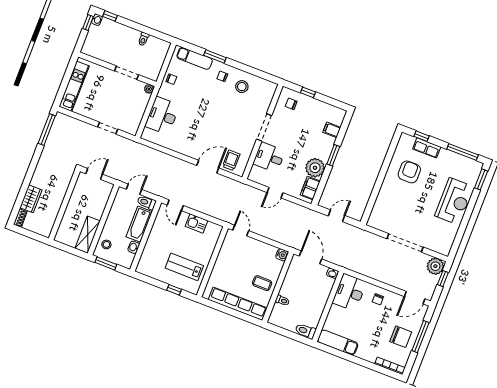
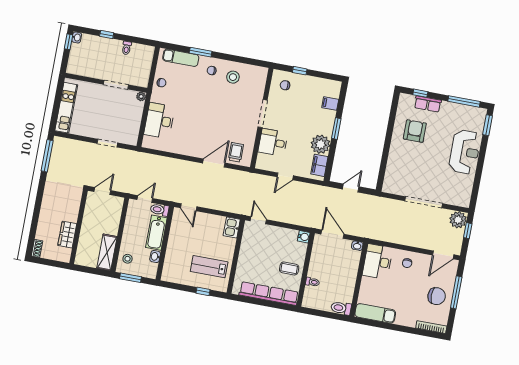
window: (110, 16) -> (107, 35), moved
wardrobe: (31, 199) -> (67, 235), moved, turned 180
kitchen sink: (197, 223) -> (232, 228), moved, turned 90

